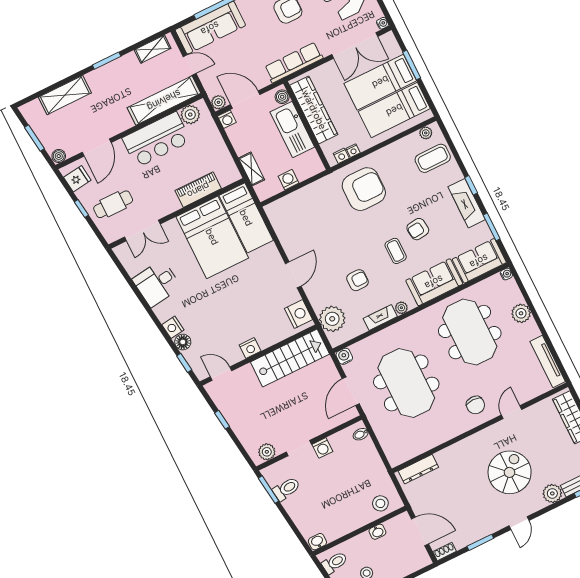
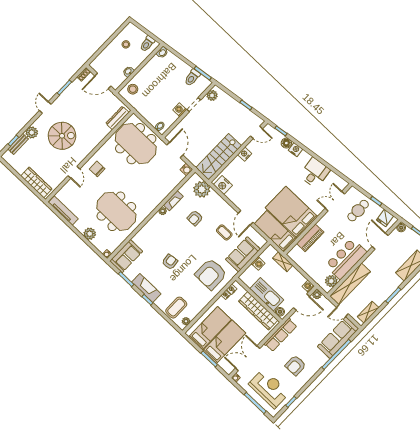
coffee table: (396, 251) -> (224, 232), moved
door: (293, 275) -> (246, 218), moved
sofa: (434, 282) -> (243, 254), moved, turned 180
meeting table: (406, 383) -> (136, 144), moved
spiral stairs: (510, 472) -> (62, 136), turned -90

